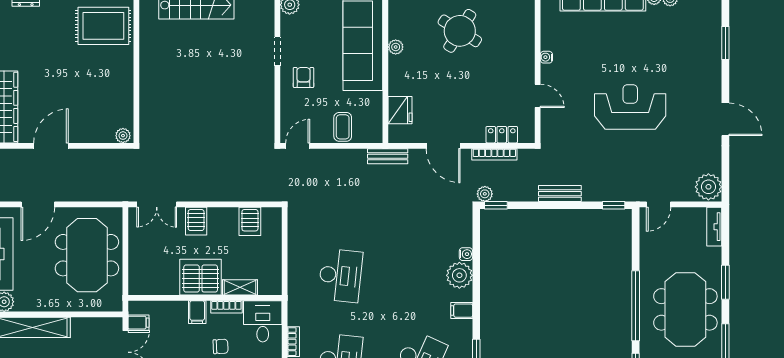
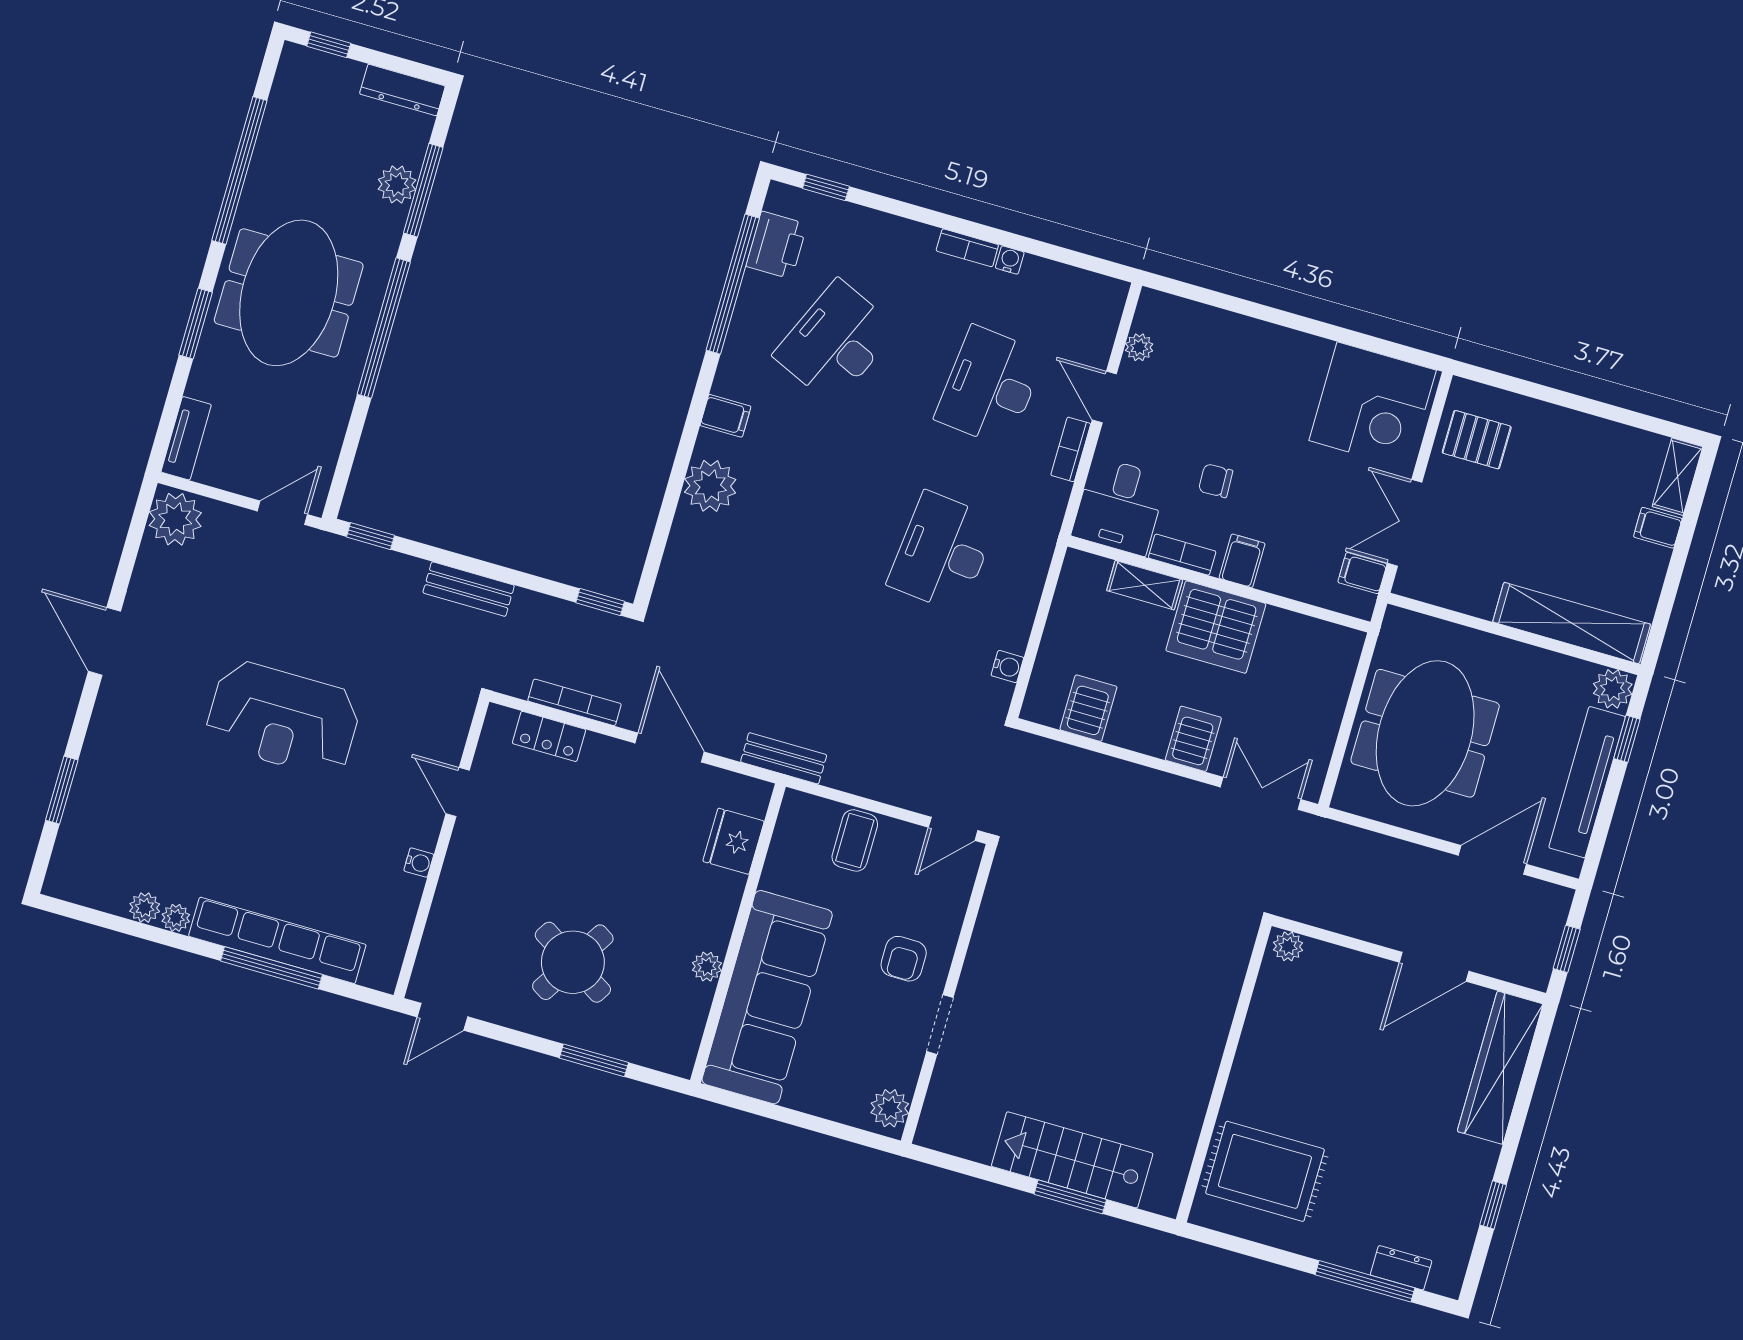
plant: (485, 194) -> (615, 631), removed
water cooler: (466, 254) -> (1007, 666), moved, turned 180

